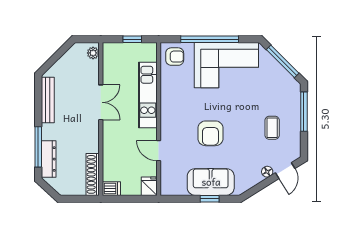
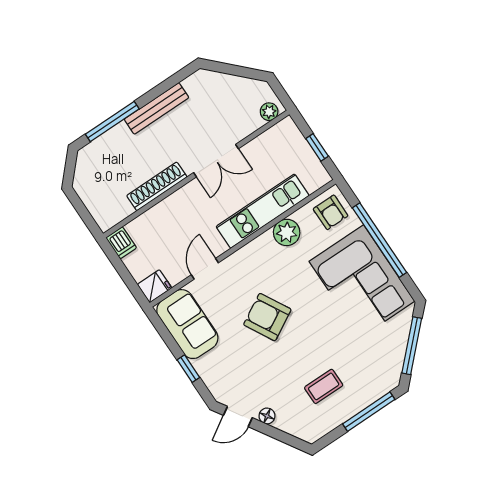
plant: (169, 90) -> (287, 232), added
bench: (48, 100) -> (157, 108), moved
armchair: (210, 133) -> (267, 317), turned 61
dresser: (49, 159) -> (106, 144), removed
door: (285, 171) -> (238, 417), moved
shoe rack: (93, 174) -> (157, 186), moved
sofa: (211, 182) -> (187, 324), moved

